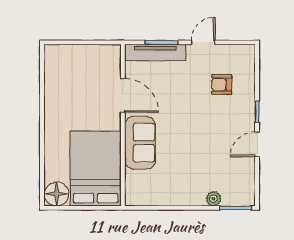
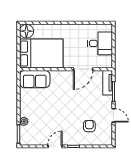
tv unit: (155, 52) -> (108, 83), width x0.71
desk: (78, 66) -> (100, 43), added
sofa: (140, 143) -> (35, 79), moved
door: (257, 144) -> (55, 146), hinge flipped

